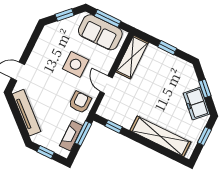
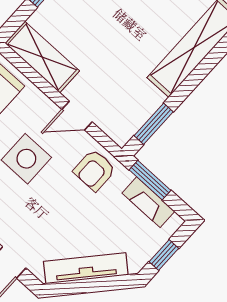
armchair: (80, 102) -> (95, 170), turned -90
window: (114, 127) -> (154, 124), width x1.50

